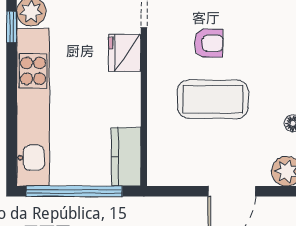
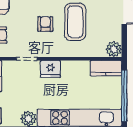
plant: (162, 172) -> (114, 49), added

